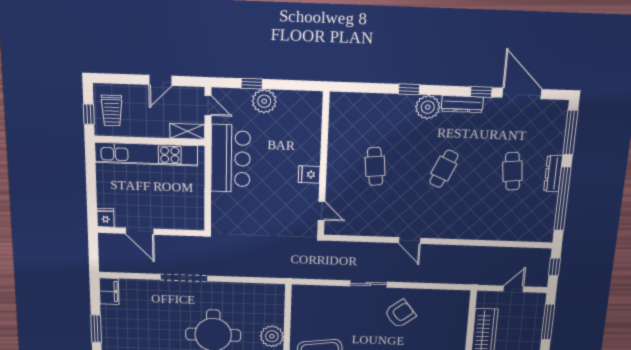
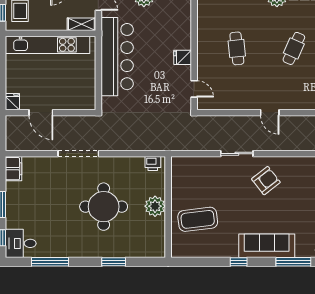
bar counter: (230, 159) -> (117, 57), width x1.36
printer: (270, 291) -> (153, 163), added

